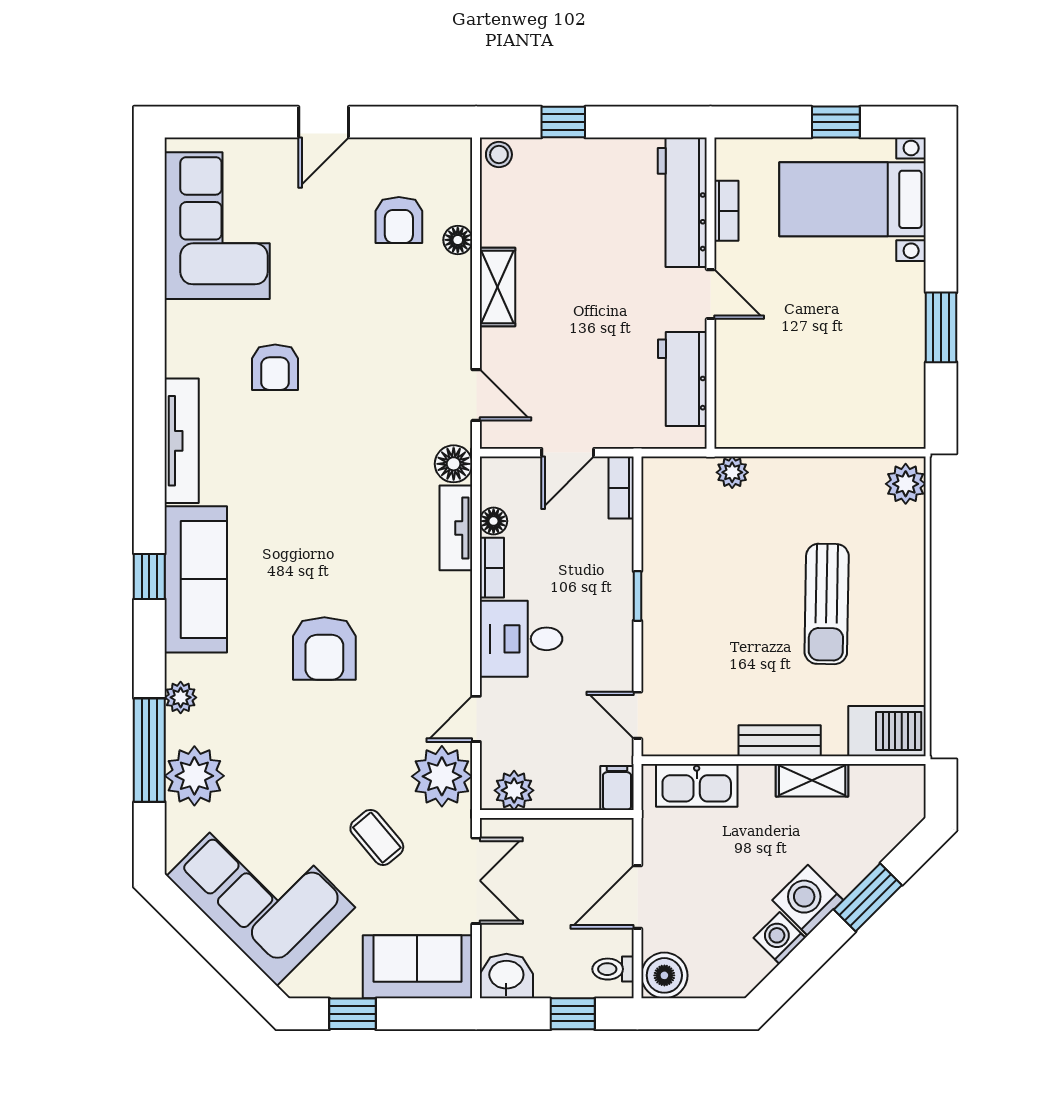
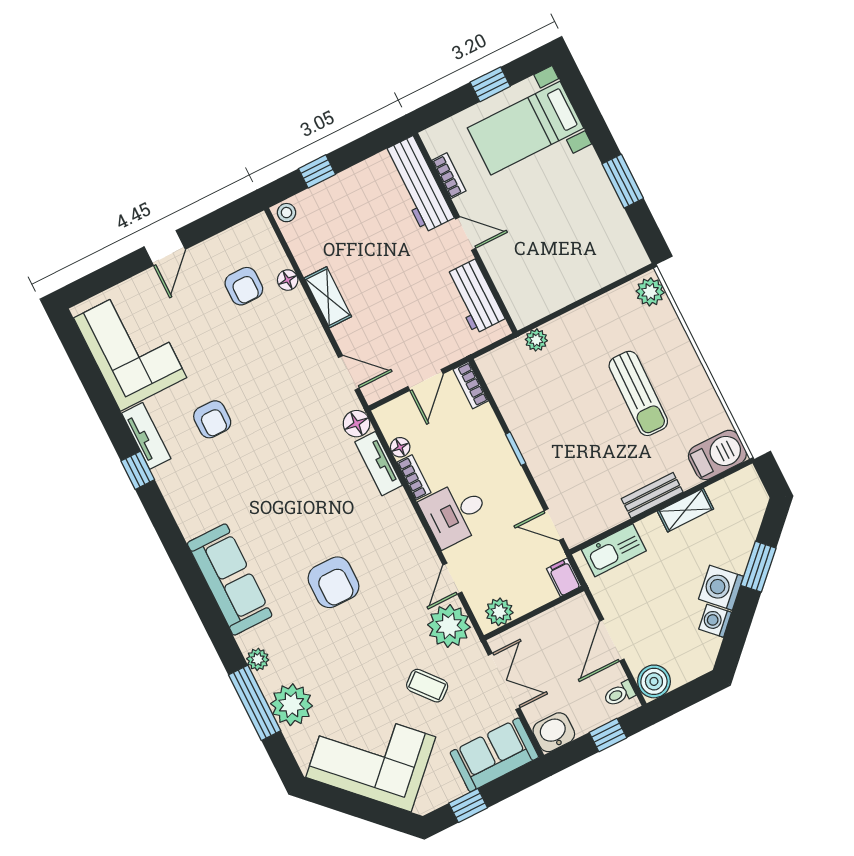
tv unit: (182, 441) -> (146, 436), moved, width x0.71
window: (149, 576) -> (138, 470), moved

